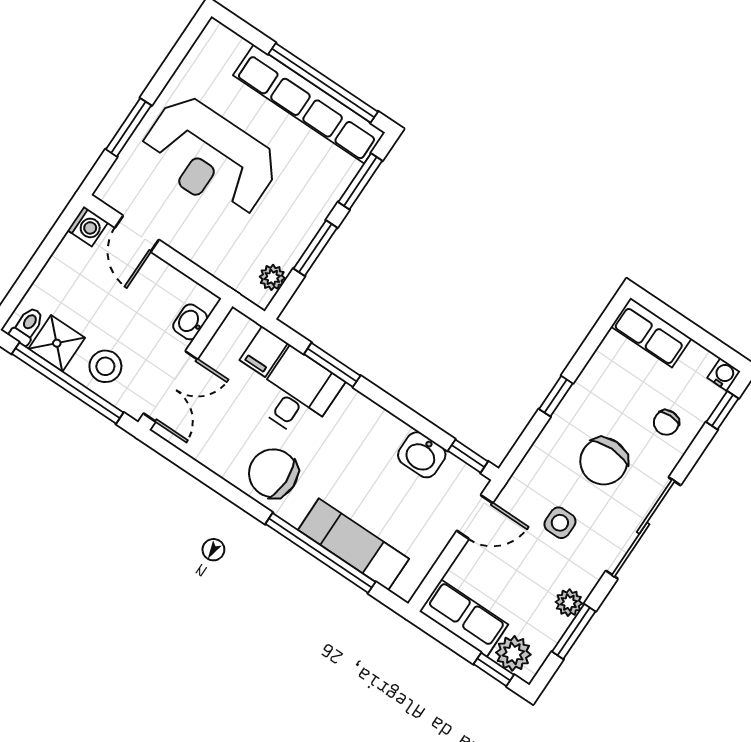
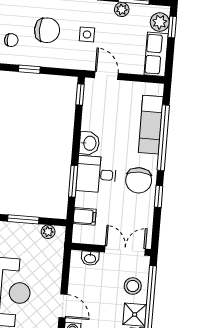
door: (137, 234) -> (63, 306), hinge flipped
desk: (298, 393) -> (96, 174), moved
chair: (666, 422) -> (11, 40), moved
washbasin: (422, 455) -> (89, 143), moved
window: (229, 491) -> (159, 196), added

